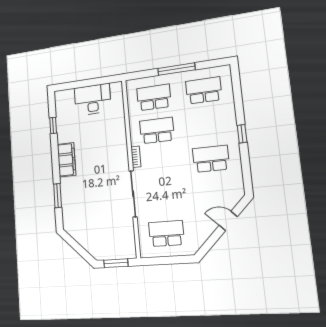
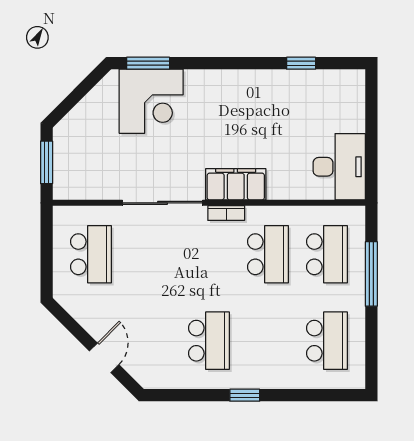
window: (176, 69) -> (371, 274), moved
desk: (93, 99) -> (339, 167), moved
filing cabinet: (67, 160) -> (236, 184), moved, turned 180
window: (58, 196) -> (148, 63), moved
corner desk: (78, 205) -> (151, 101), added

